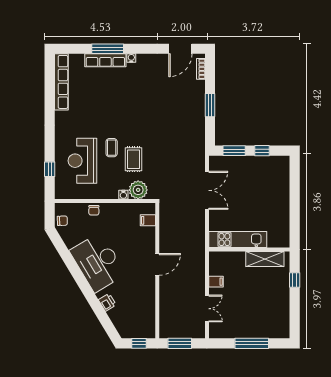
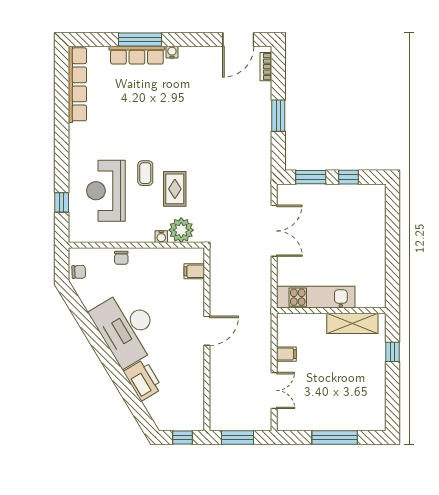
printer: (107, 302) -> (143, 380), width x1.87, depth x1.48

